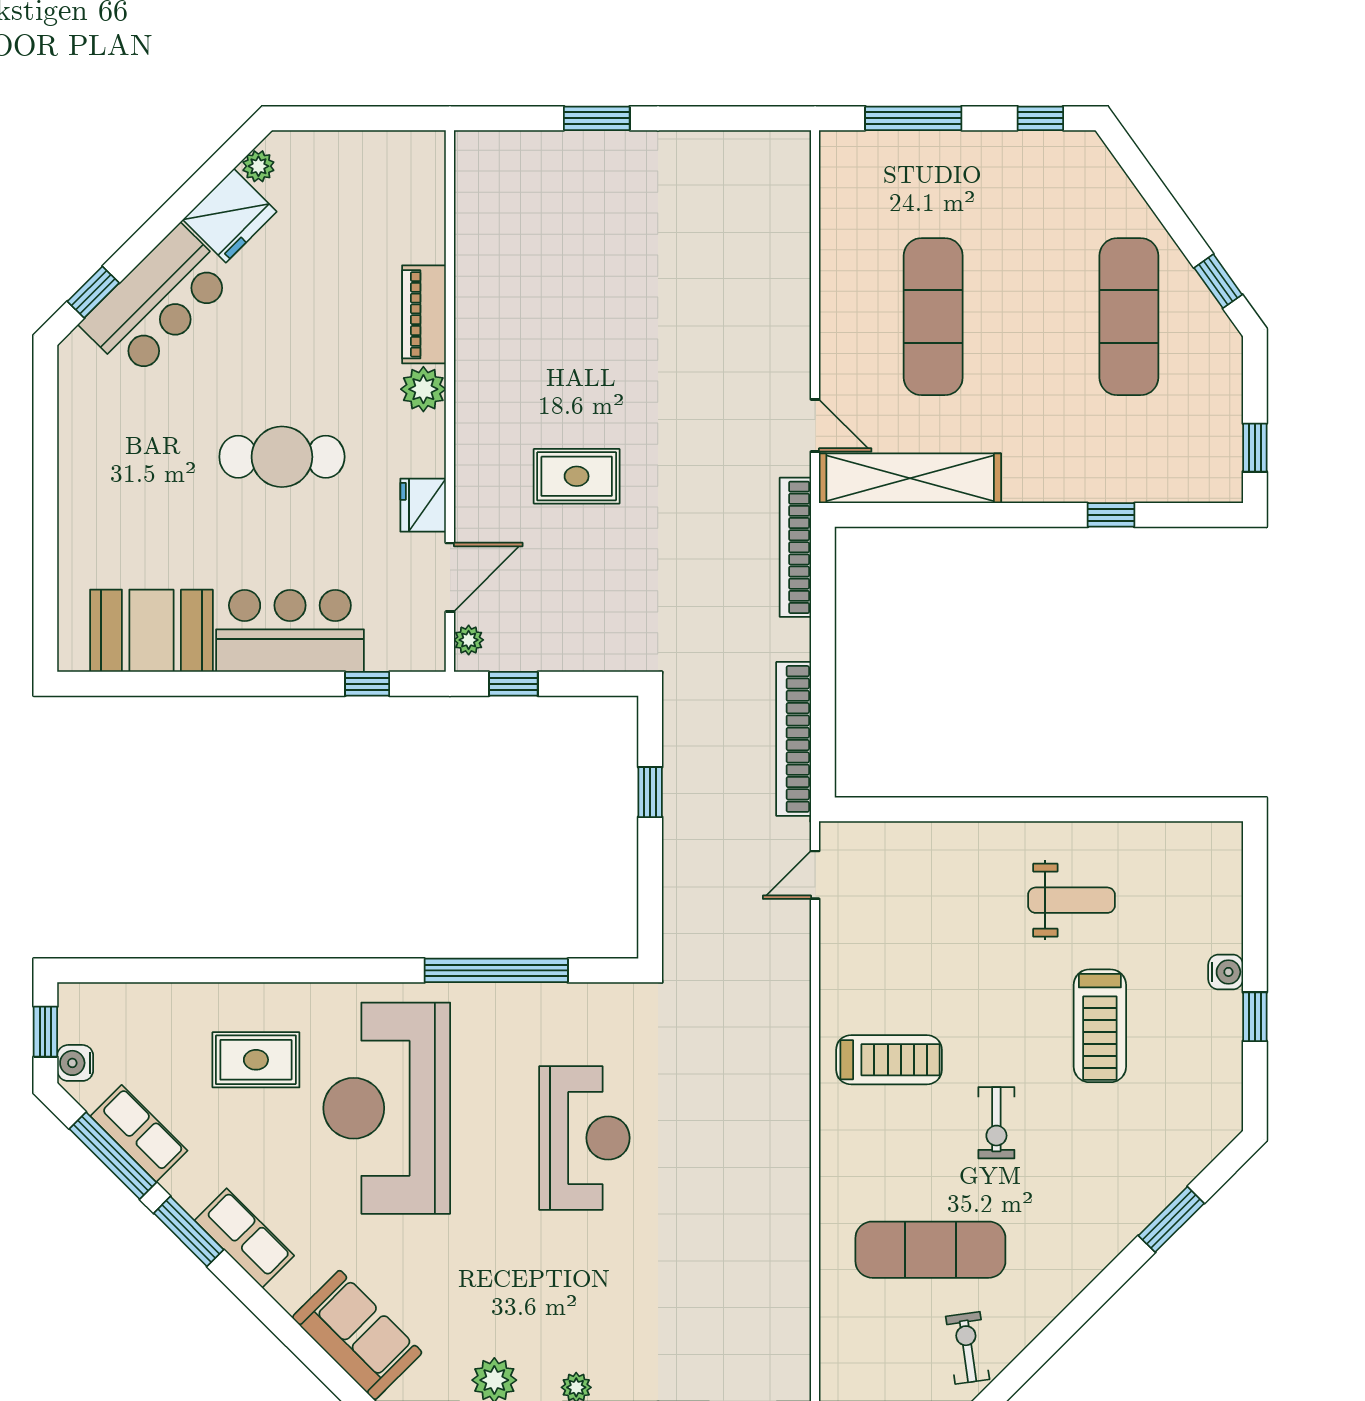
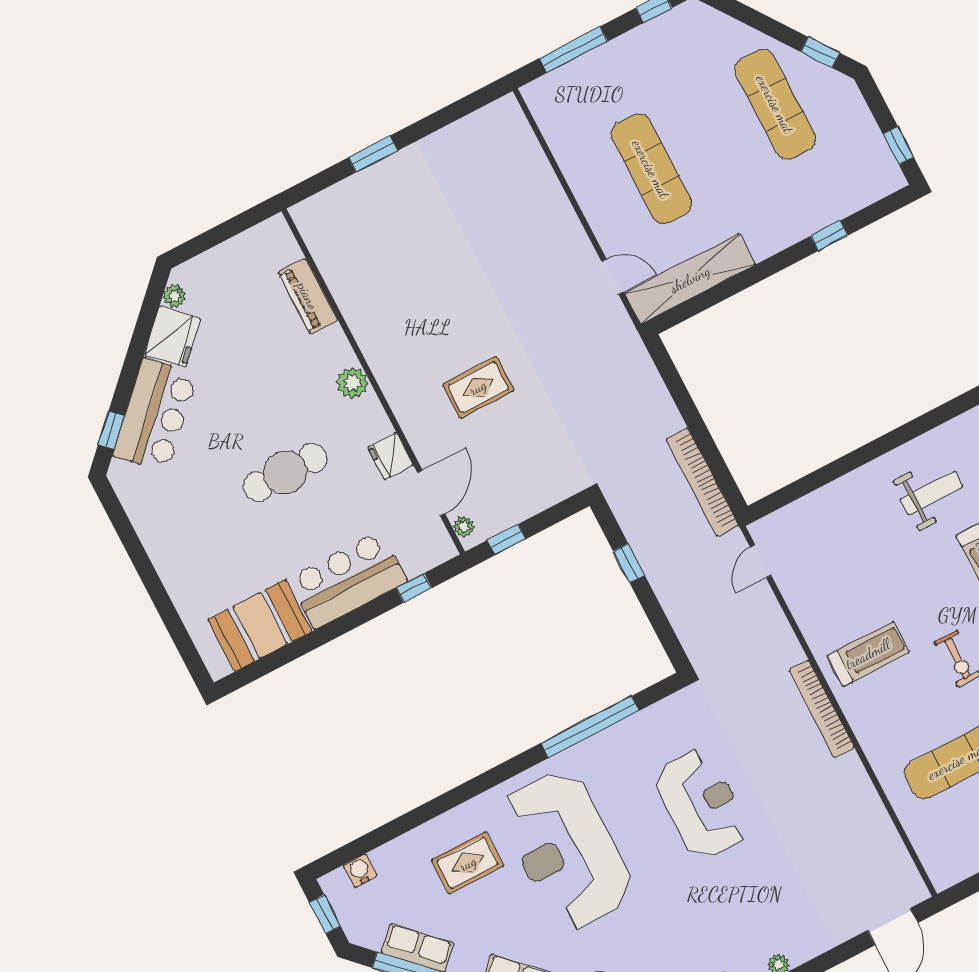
piano: (424, 314) -> (308, 296), moved
bookcase: (795, 547) -> (822, 709), moved
water cooler: (75, 1063) -> (360, 871), moved, turned 90

